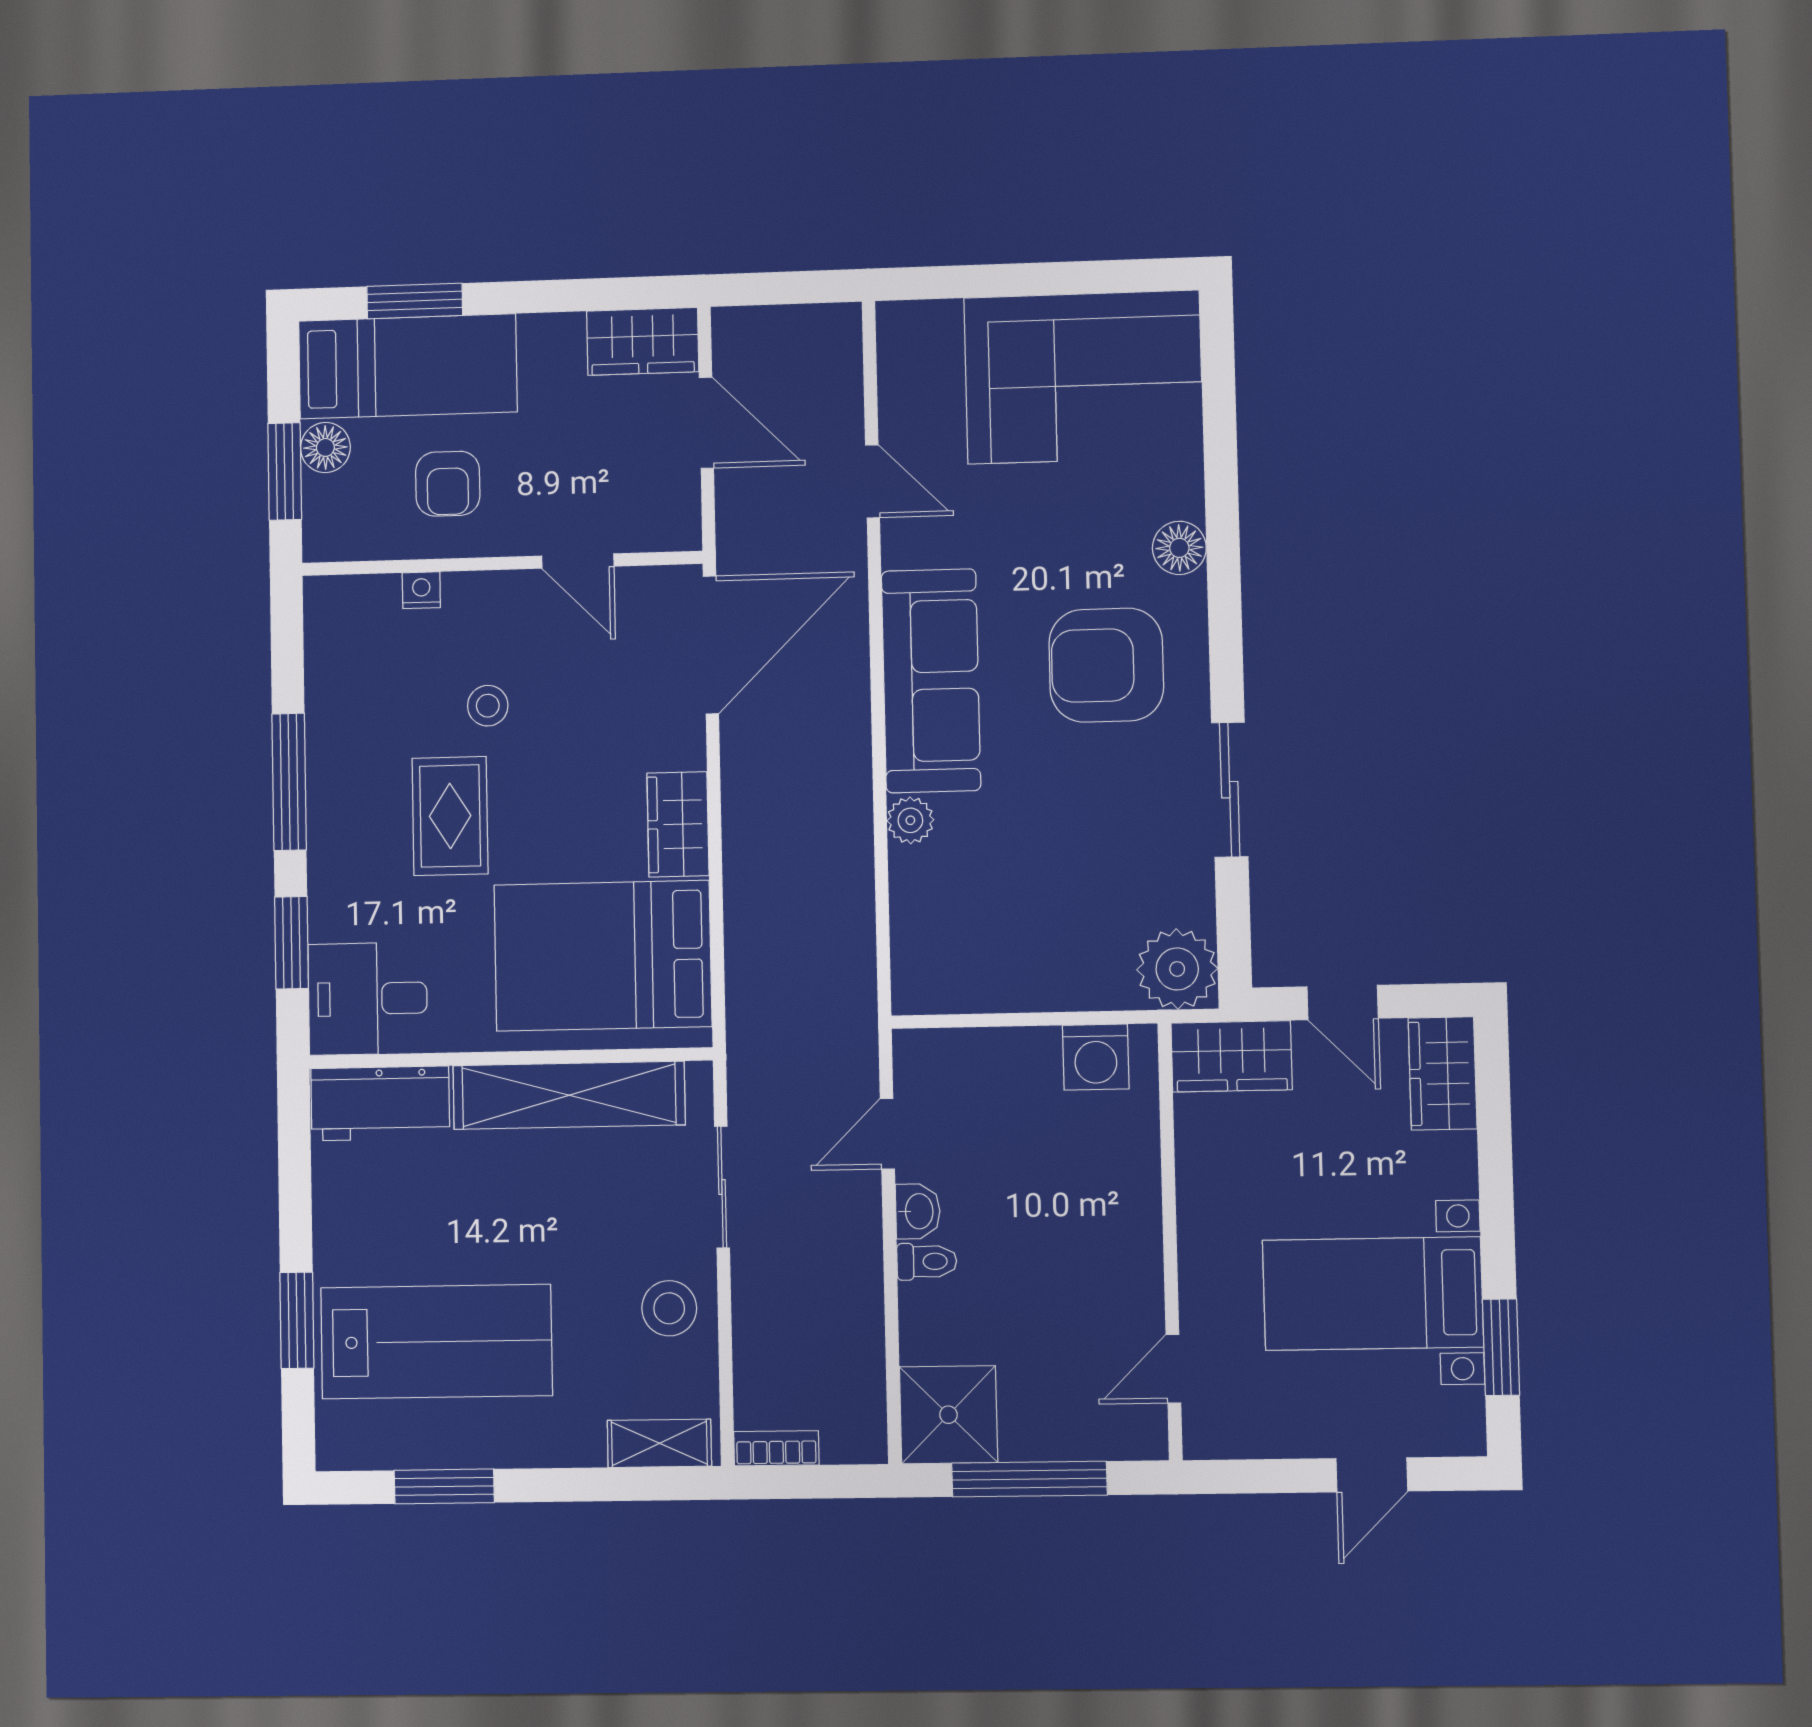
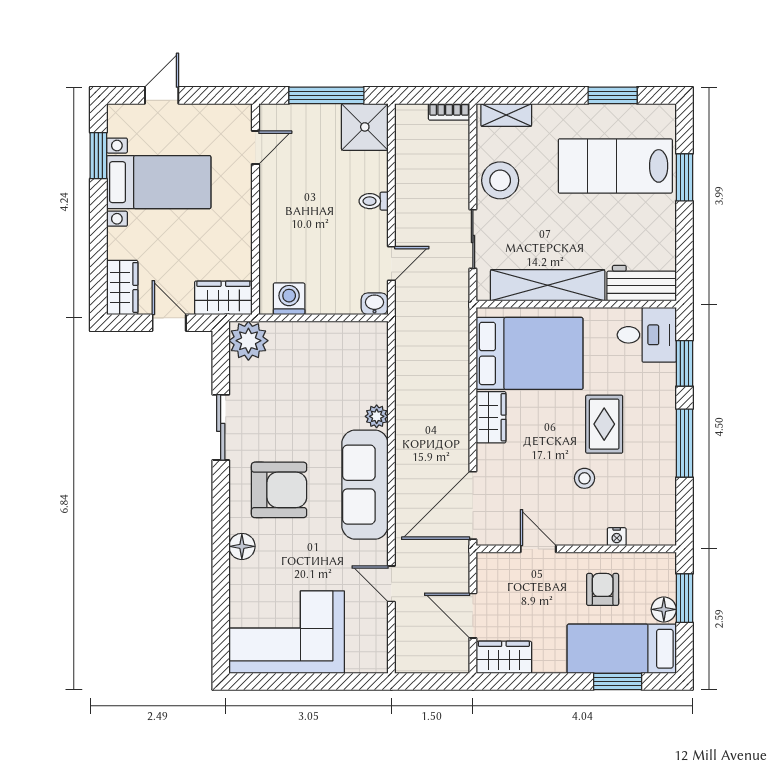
washbasin: (918, 1211) -> (375, 304), moved, turned 90
stool: (669, 1308) -> (500, 180), width x1.38, depth x1.38

